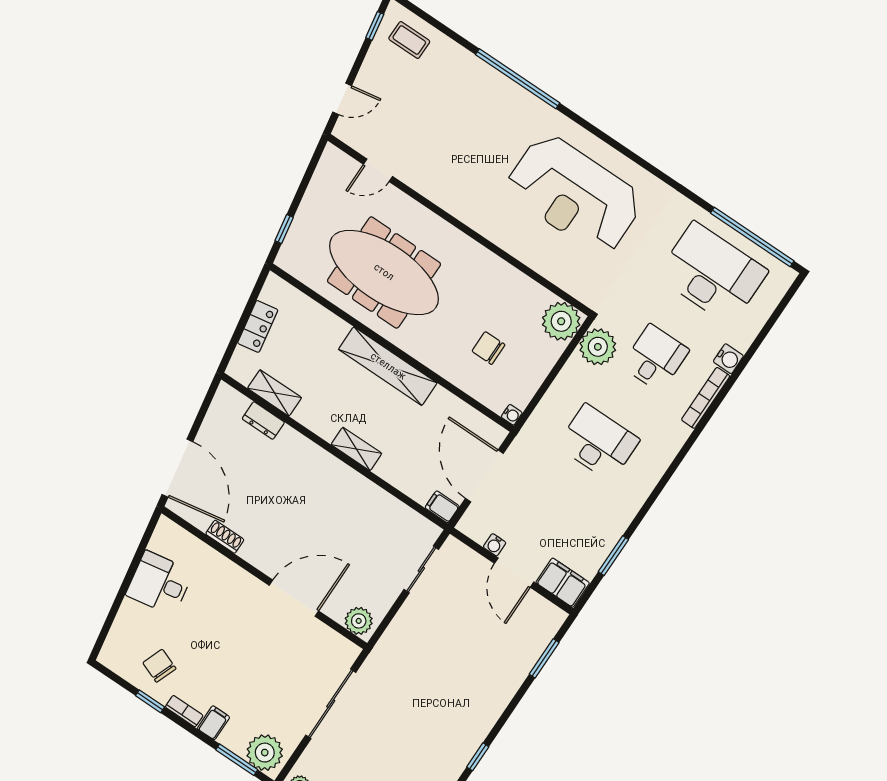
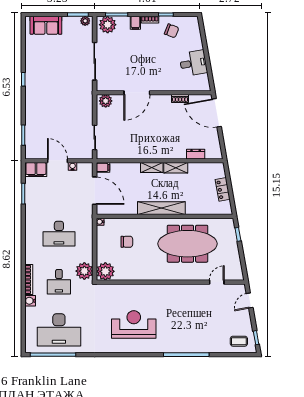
reception desk: (574, 194) -> (134, 324), width x0.74, depth x0.77
shelving: (275, 393) -> (176, 168), moved

